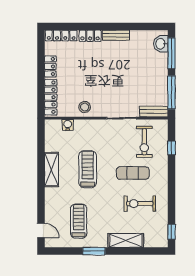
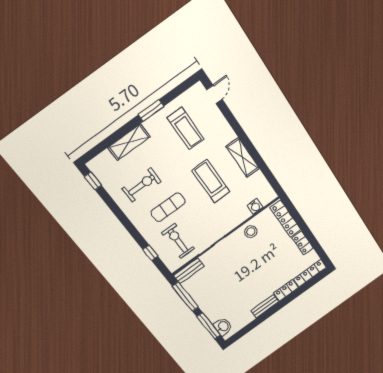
treadmill: (88, 169) -> (211, 181), turned 180
door: (41, 230) -> (214, 94), swing flipped

